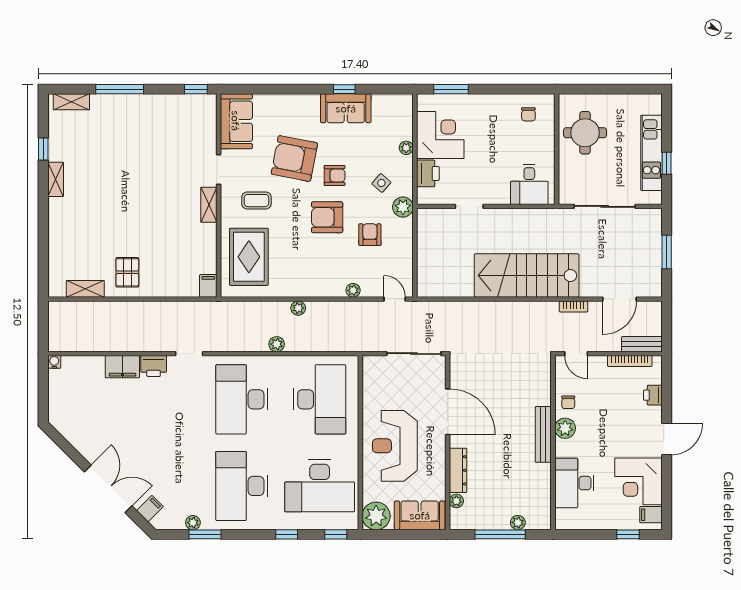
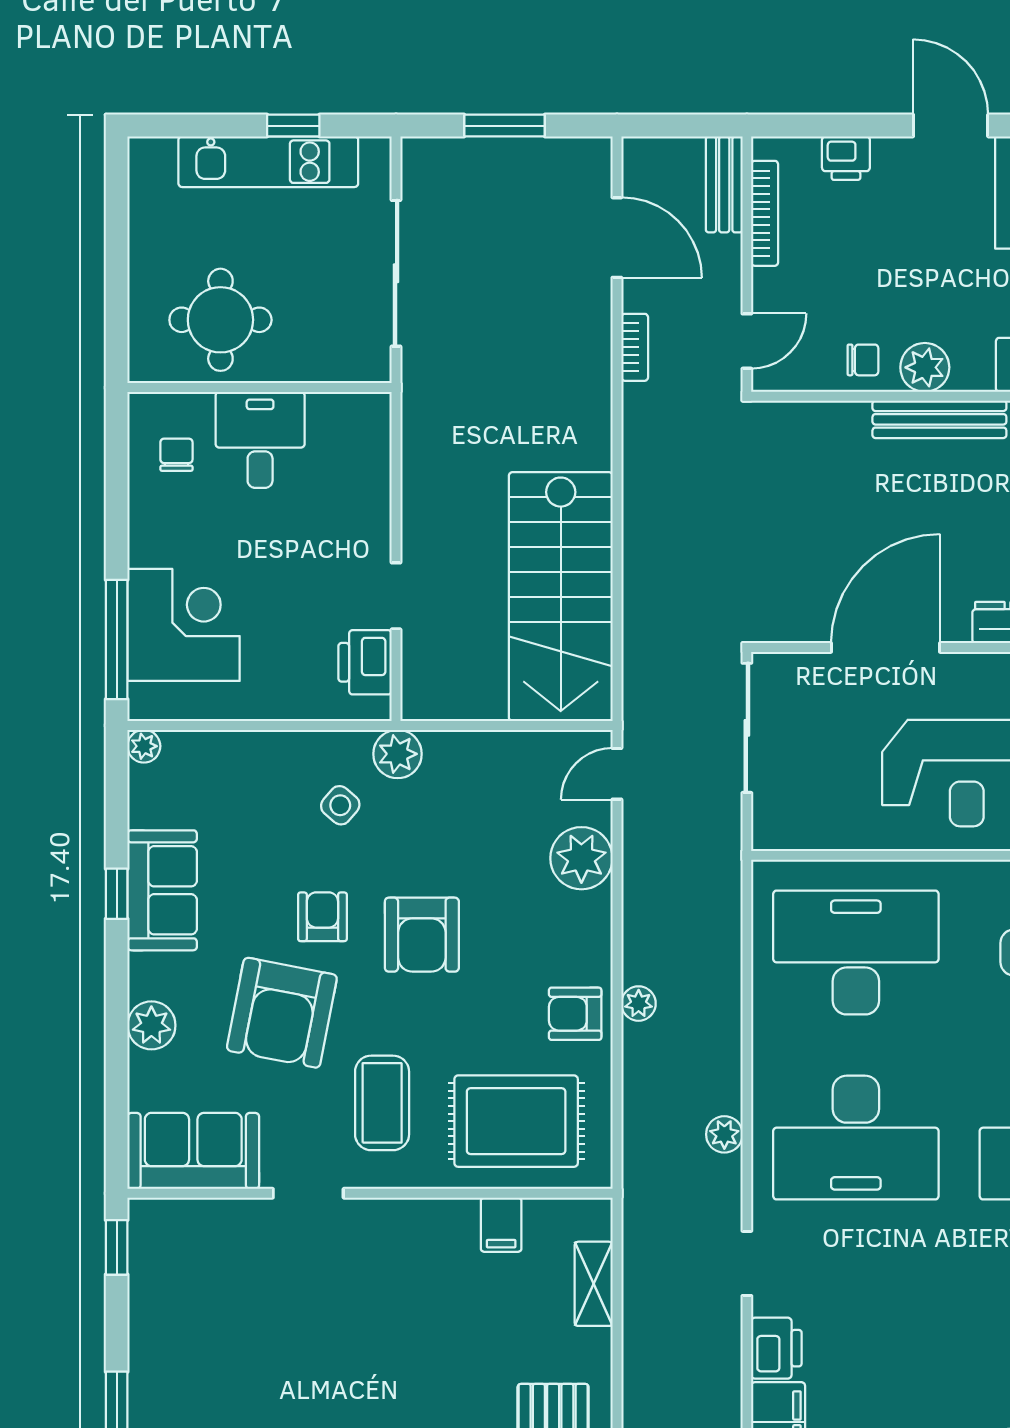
window: (451, 89) -> (117, 640), width x1.44
plant: (289, 104) -> (151, 1025), added
chair: (528, 114) -> (176, 455), turned -90
corner desk: (440, 135) -> (184, 625), moved, turned 90
plant: (406, 148) -> (144, 746), moved
printer: (428, 173) -> (365, 662), moved, turned -90
desk: (529, 184) -> (260, 440), moved, turned -90
coffee table: (256, 201) -> (382, 1103), width x1.36, depth x1.30
shelving: (209, 205) -> (594, 1284), moved, turned 90
armchair: (370, 235) -> (575, 1014), moved
stairs: (527, 275) -> (561, 597), moved
filing cabinet: (208, 286) -> (501, 1225), moved, turned -90
plant: (353, 290) -> (581, 858), width x1.88, depth x1.88
plant: (277, 344) -> (724, 1134), moved

